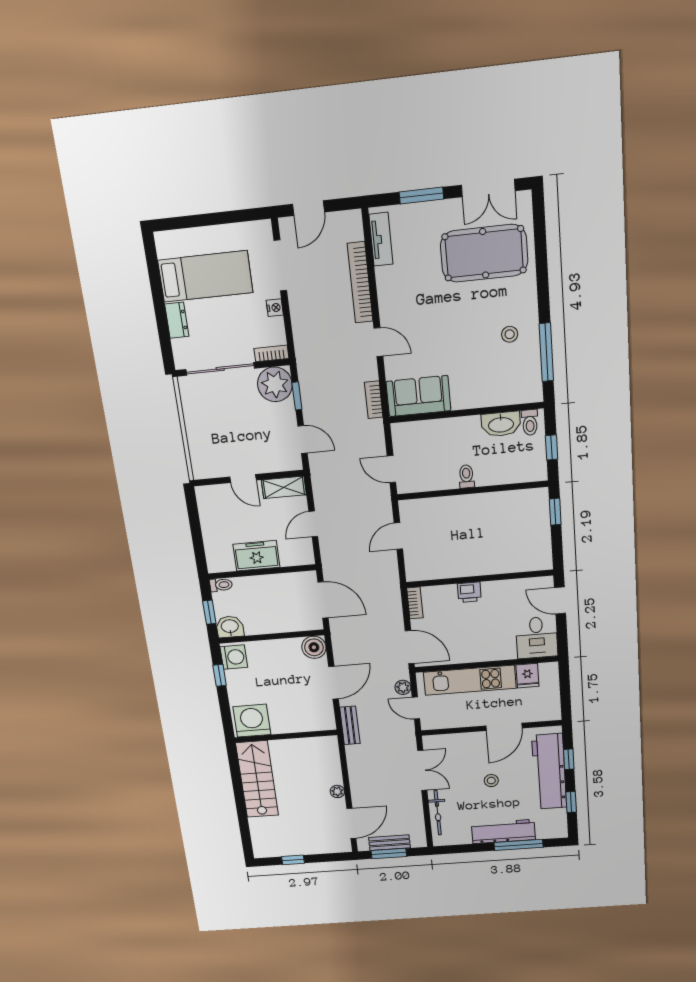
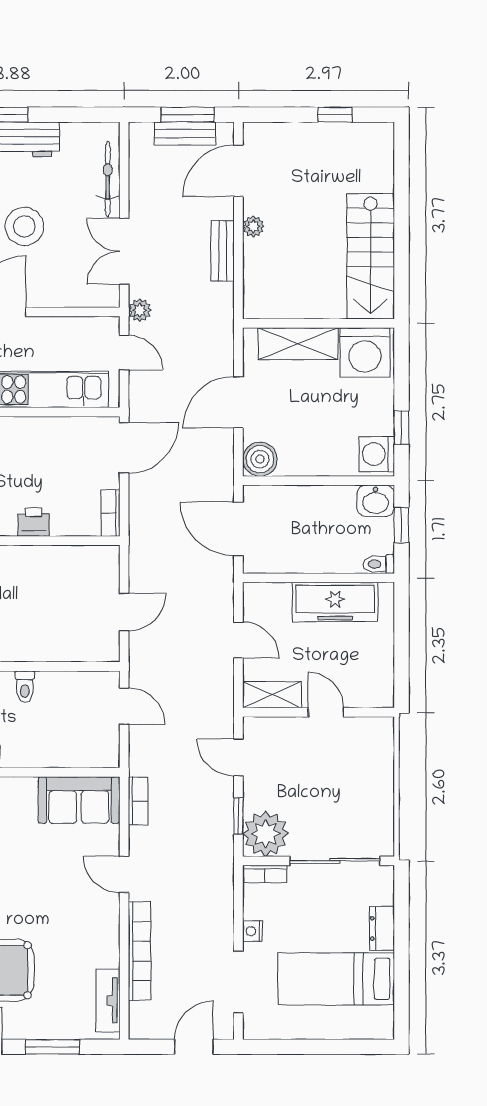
door: (313, 524) -> (238, 640), hinge flipped
freezer: (256, 556) -> (335, 602), width x1.40
door: (410, 647) -> (124, 448), swing flipped
plant: (403, 687) -> (140, 310), moved
shelving: (298, 723) -> (298, 344), added
bench: (350, 725) -> (223, 251), moved
stool: (491, 781) -> (24, 226), width x1.89, depth x1.89

